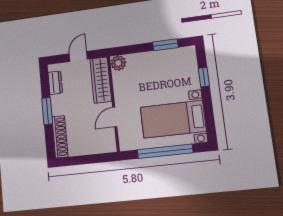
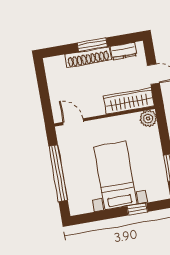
door: (115, 117) -> (73, 122), moved
bed with nightstands: (173, 119) -> (115, 176), moved
shoe rack: (60, 137) -> (88, 57), moved

